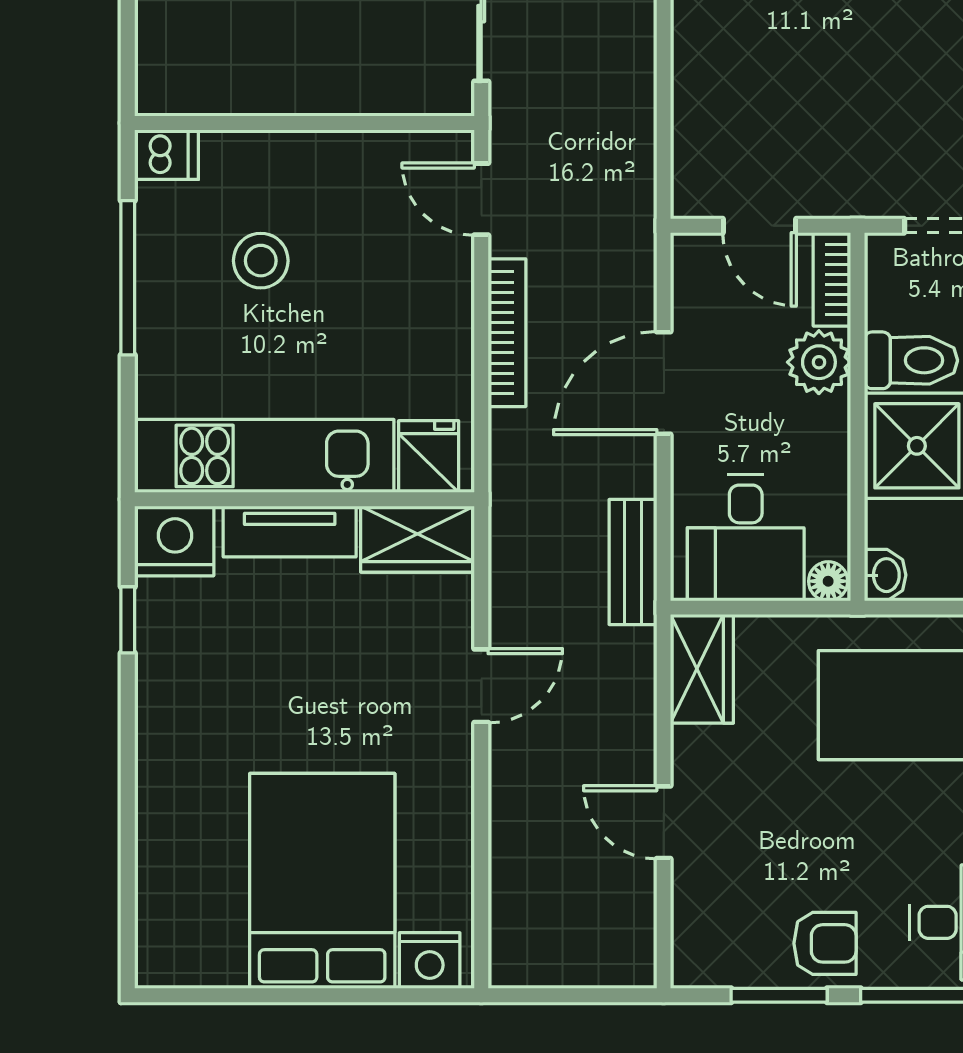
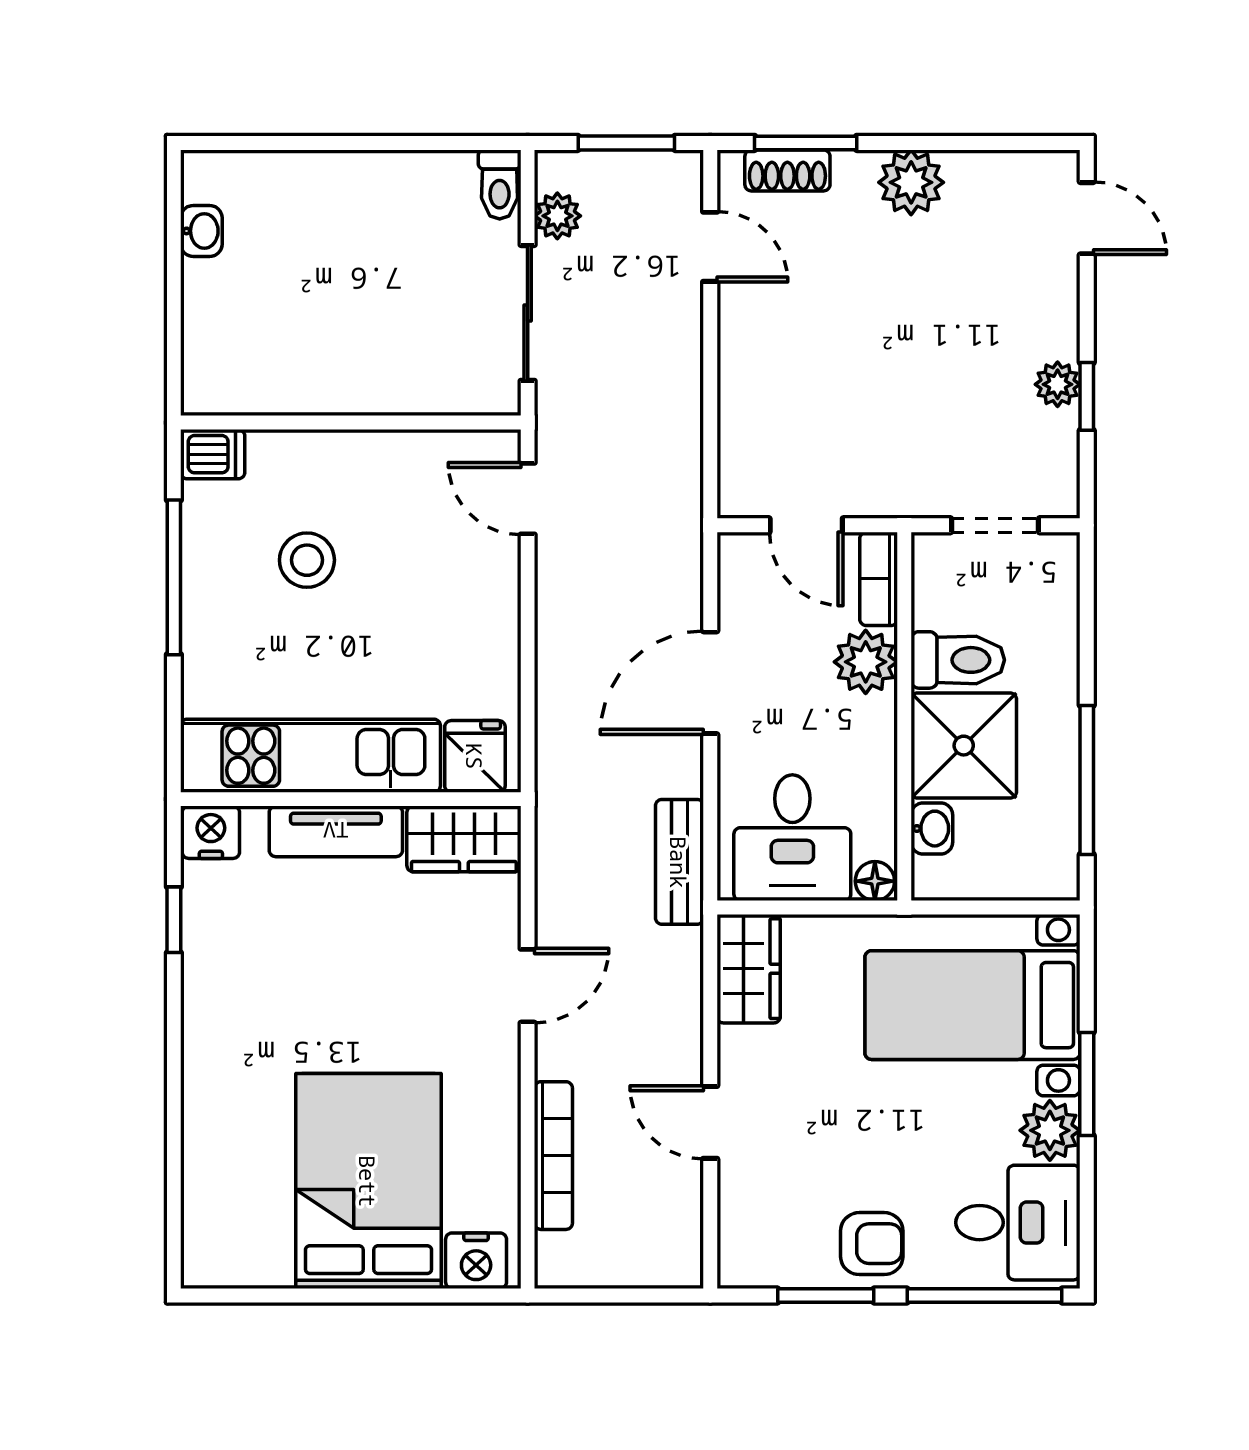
bookcase: (507, 333) -> (553, 1156), moved
nightstand: (175, 541) -> (211, 832), width x0.74, depth x0.75
washbasin: (885, 575) -> (932, 829), moved

